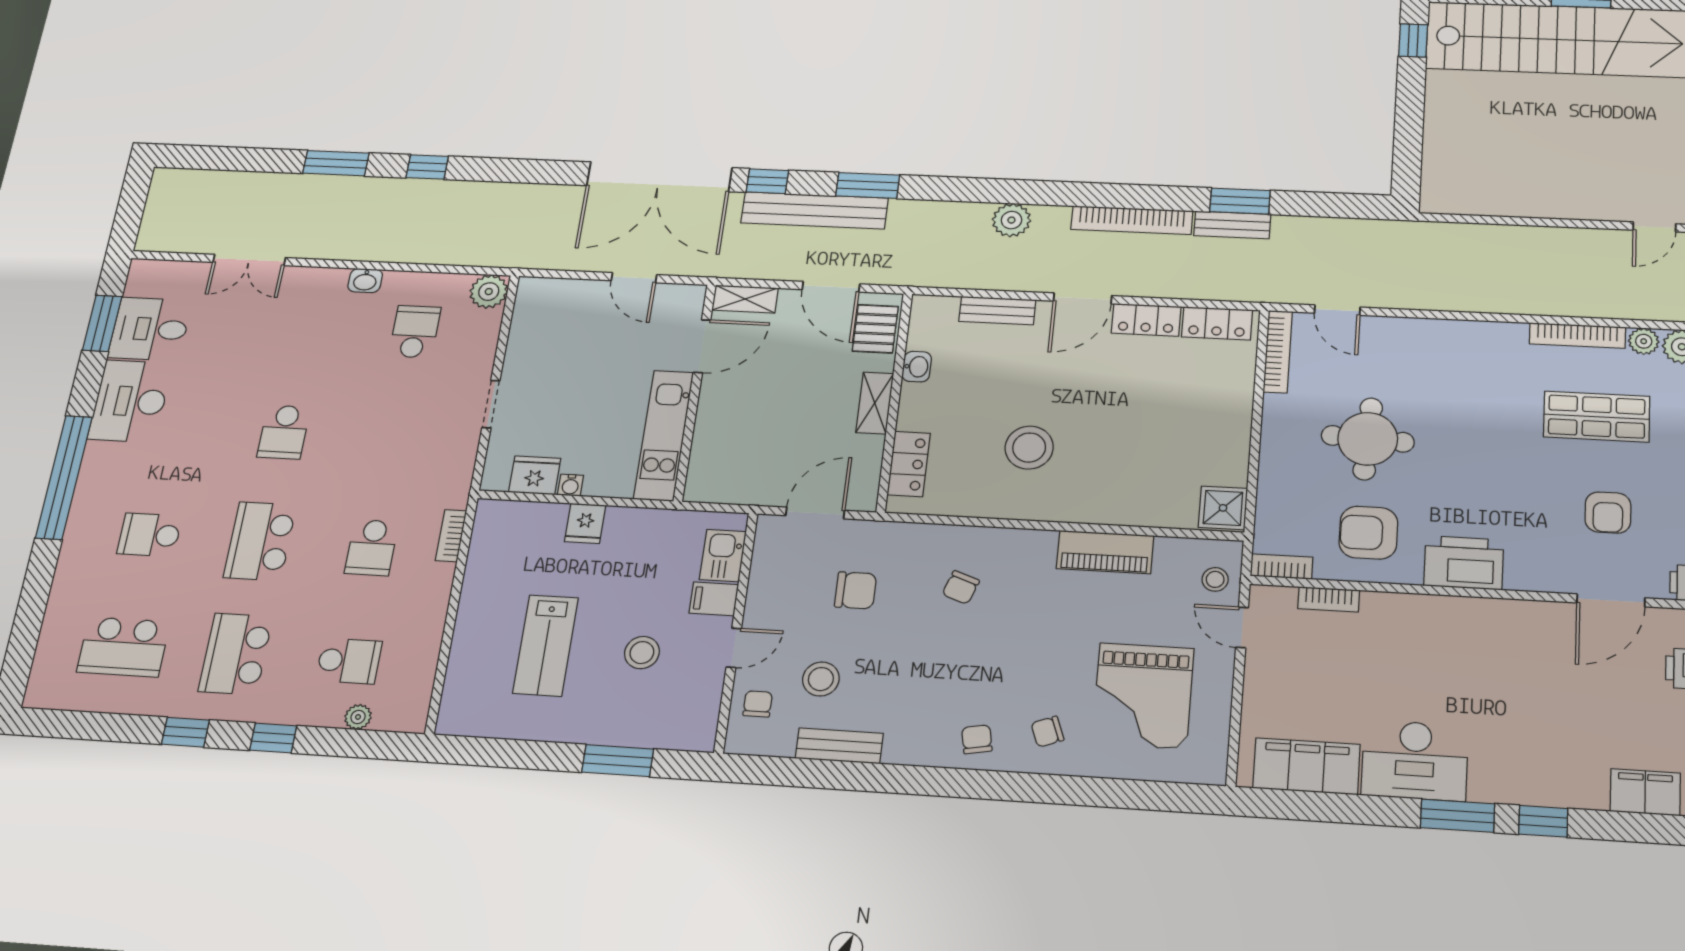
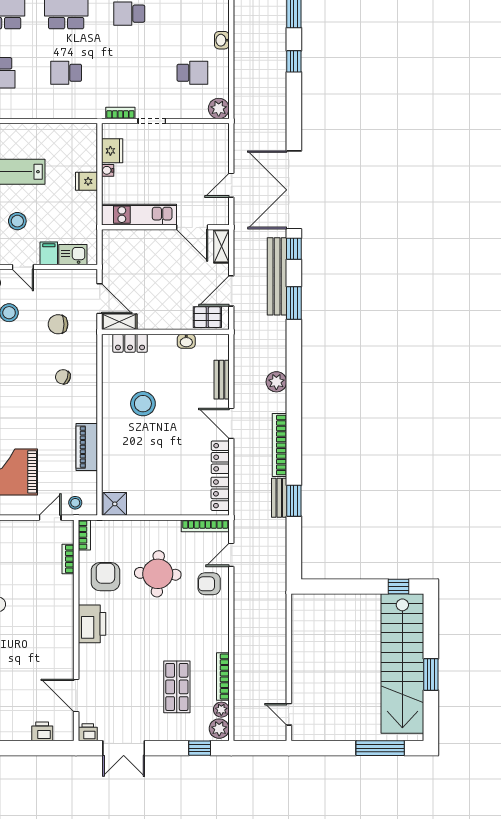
shelving: (875, 403) -> (119, 322), moved
armchair: (1608, 513) -> (209, 584), moved
bookcase: (451, 536) -> (120, 113), moved
chair: (856, 590) -> (58, 324), turned 90

